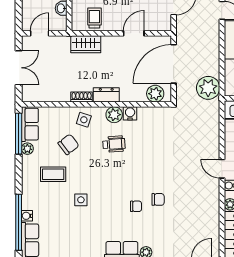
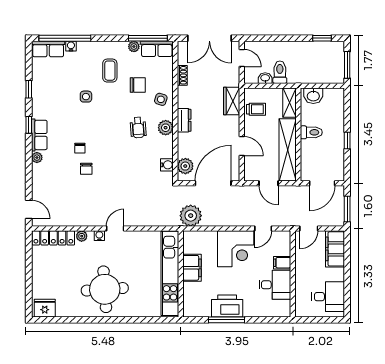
door: (174, 64) -> (213, 183), hinge flipped
double door: (19, 68) -> (209, 38), width x1.37
shoe rack: (82, 97) -> (182, 75), moved
water cooler: (130, 113) -> (167, 165), moved
chair: (69, 144) -> (138, 85), turned -53

